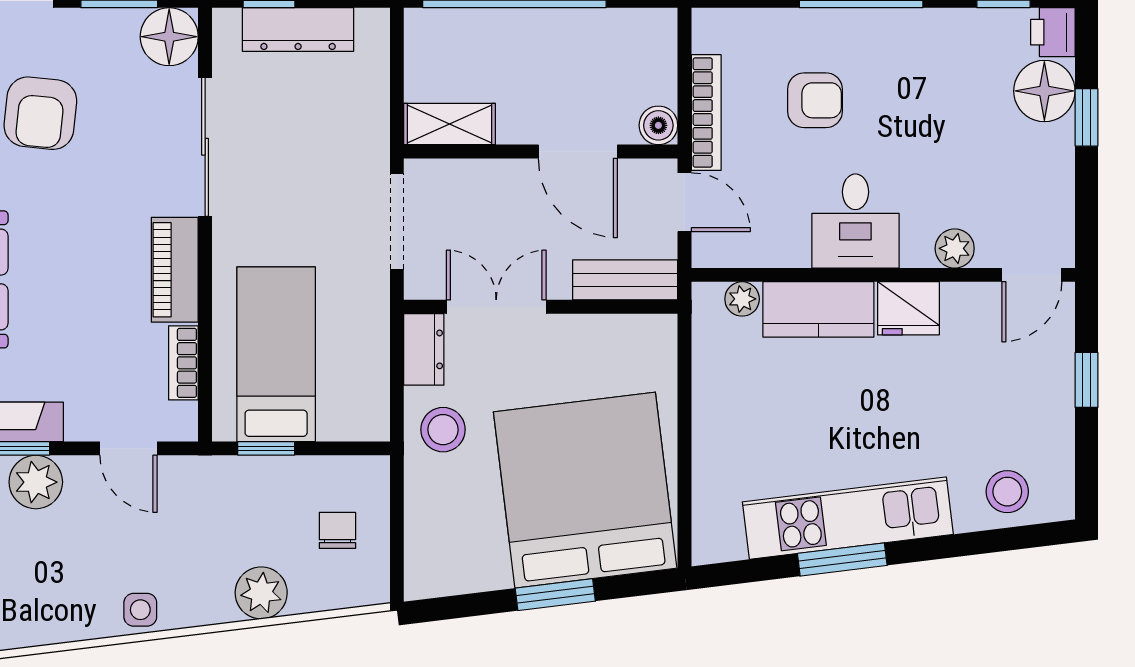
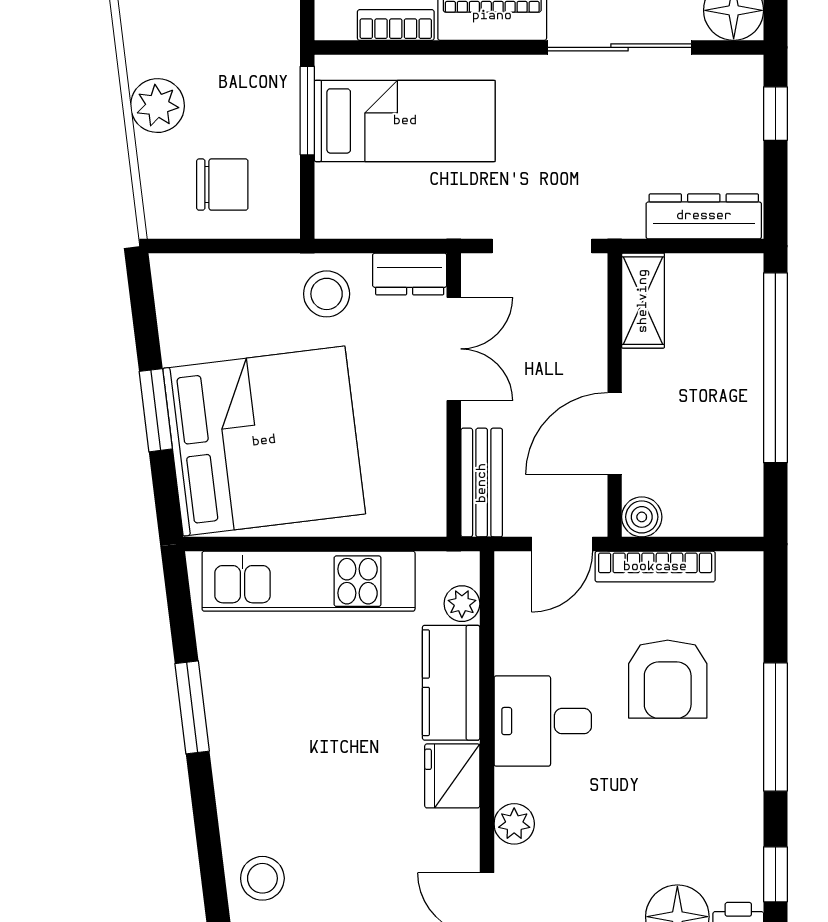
dresser: (298, 29) -> (704, 216), moved, turned 90
armchair: (815, 100) -> (668, 679), width x1.38, depth x1.38
window: (266, 448) -> (307, 111), width x1.50
kitchen unit: (848, 518) -> (309, 581), moved, turned 97
chair: (337, 530) -> (222, 185), width x1.37, depth x1.37

